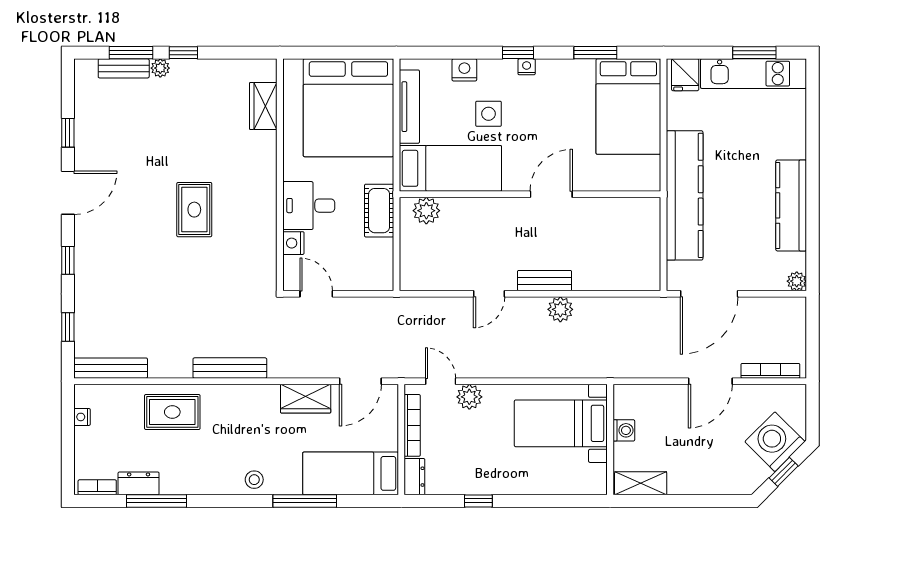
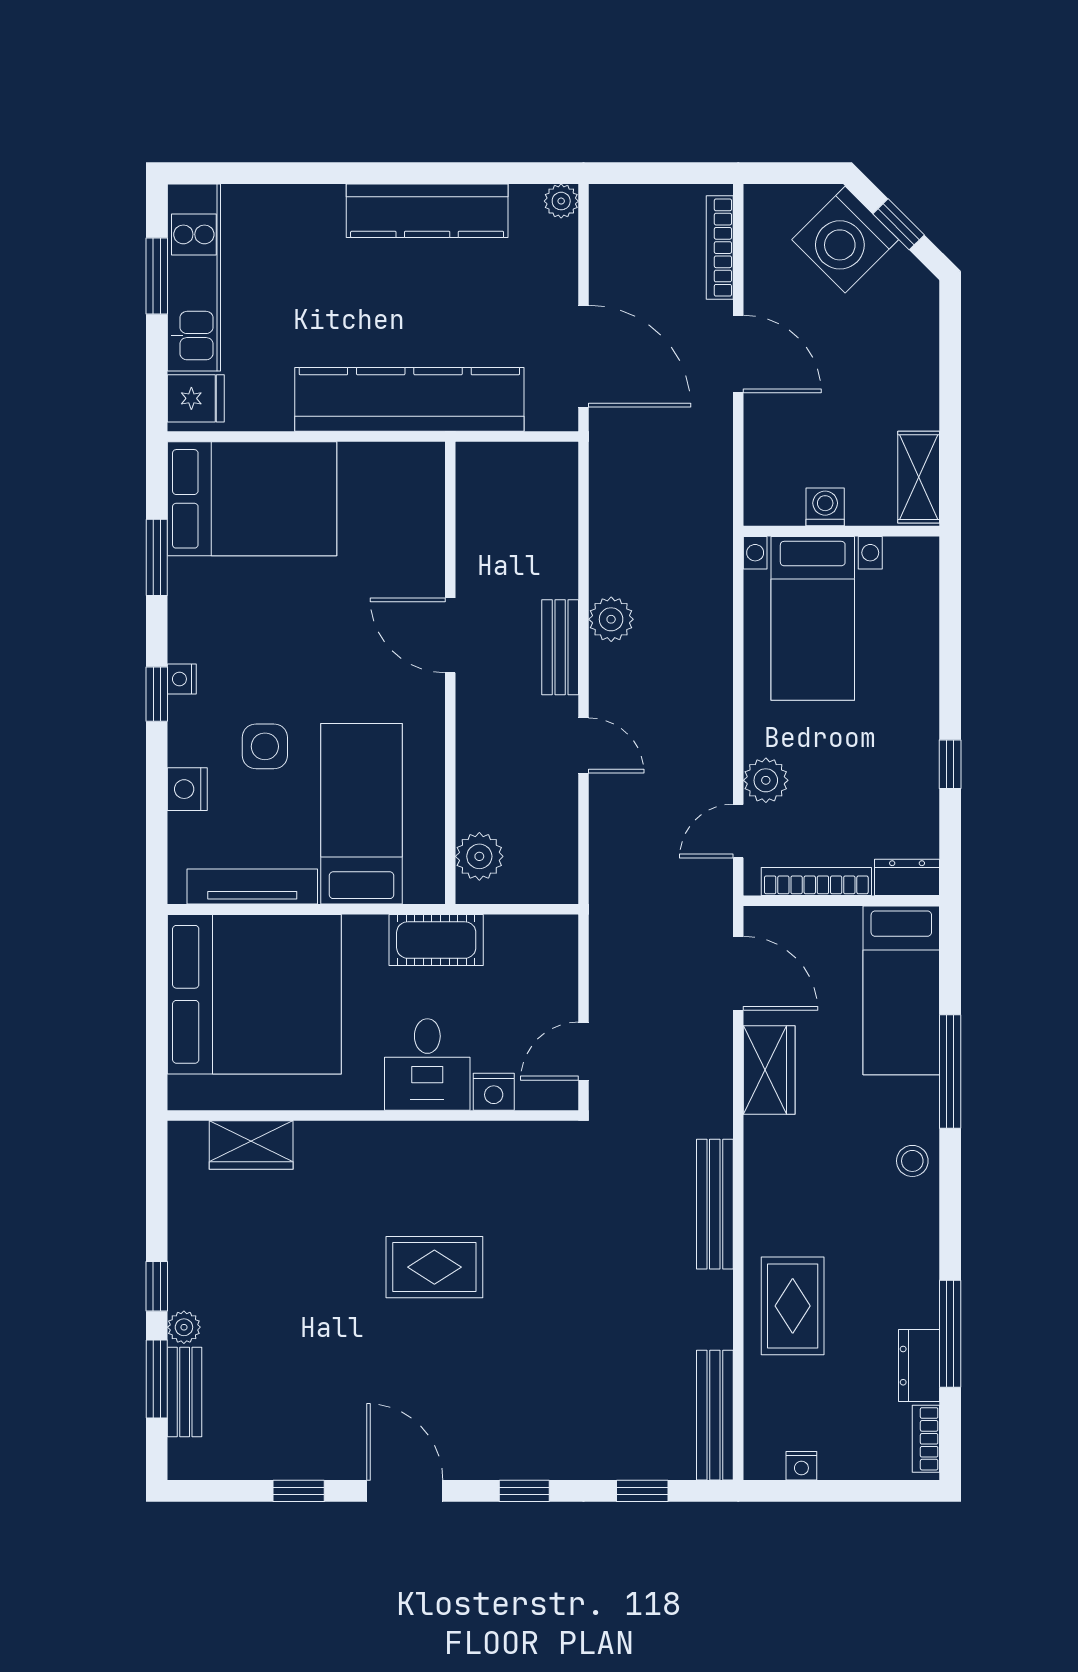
wall: (530, 194) -> (450, 673), moved
door: (551, 194) -> (450, 635), moved
plant: (426, 211) -> (479, 856), moved

